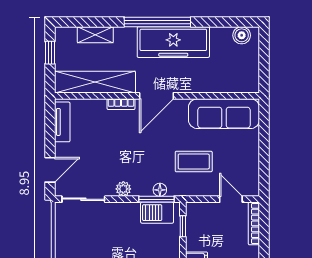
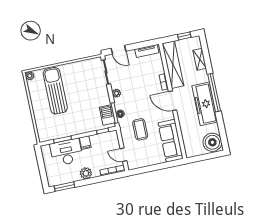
boiler: (242, 35) -> (212, 142), width x1.86, depth x1.86
door: (231, 199) -> (123, 155), swing flipped

